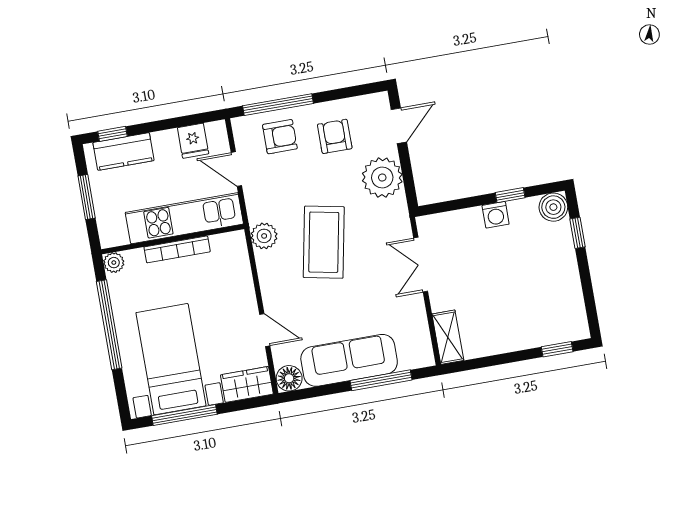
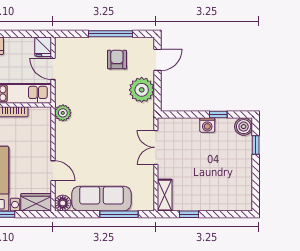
window: (278, 105) -> (110, 34), moved
armchair: (280, 137) -> (83, 54), removed
fridge: (193, 141) -> (43, 47), moved
coffee table: (324, 242) -> (99, 123), removed
window: (557, 349) -> (189, 214), moved

